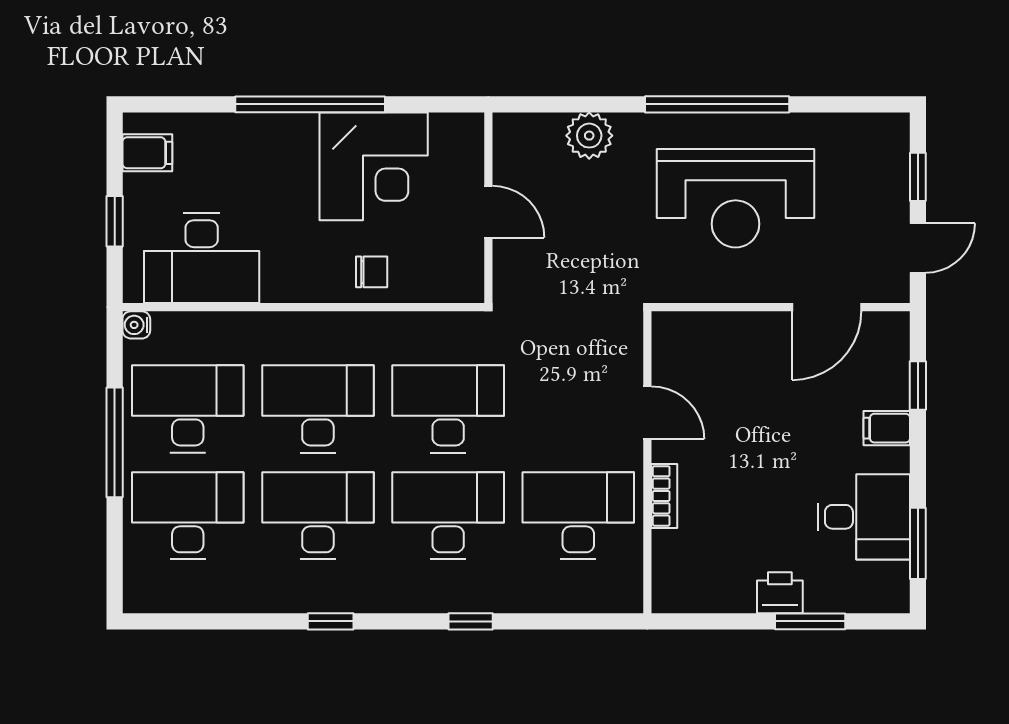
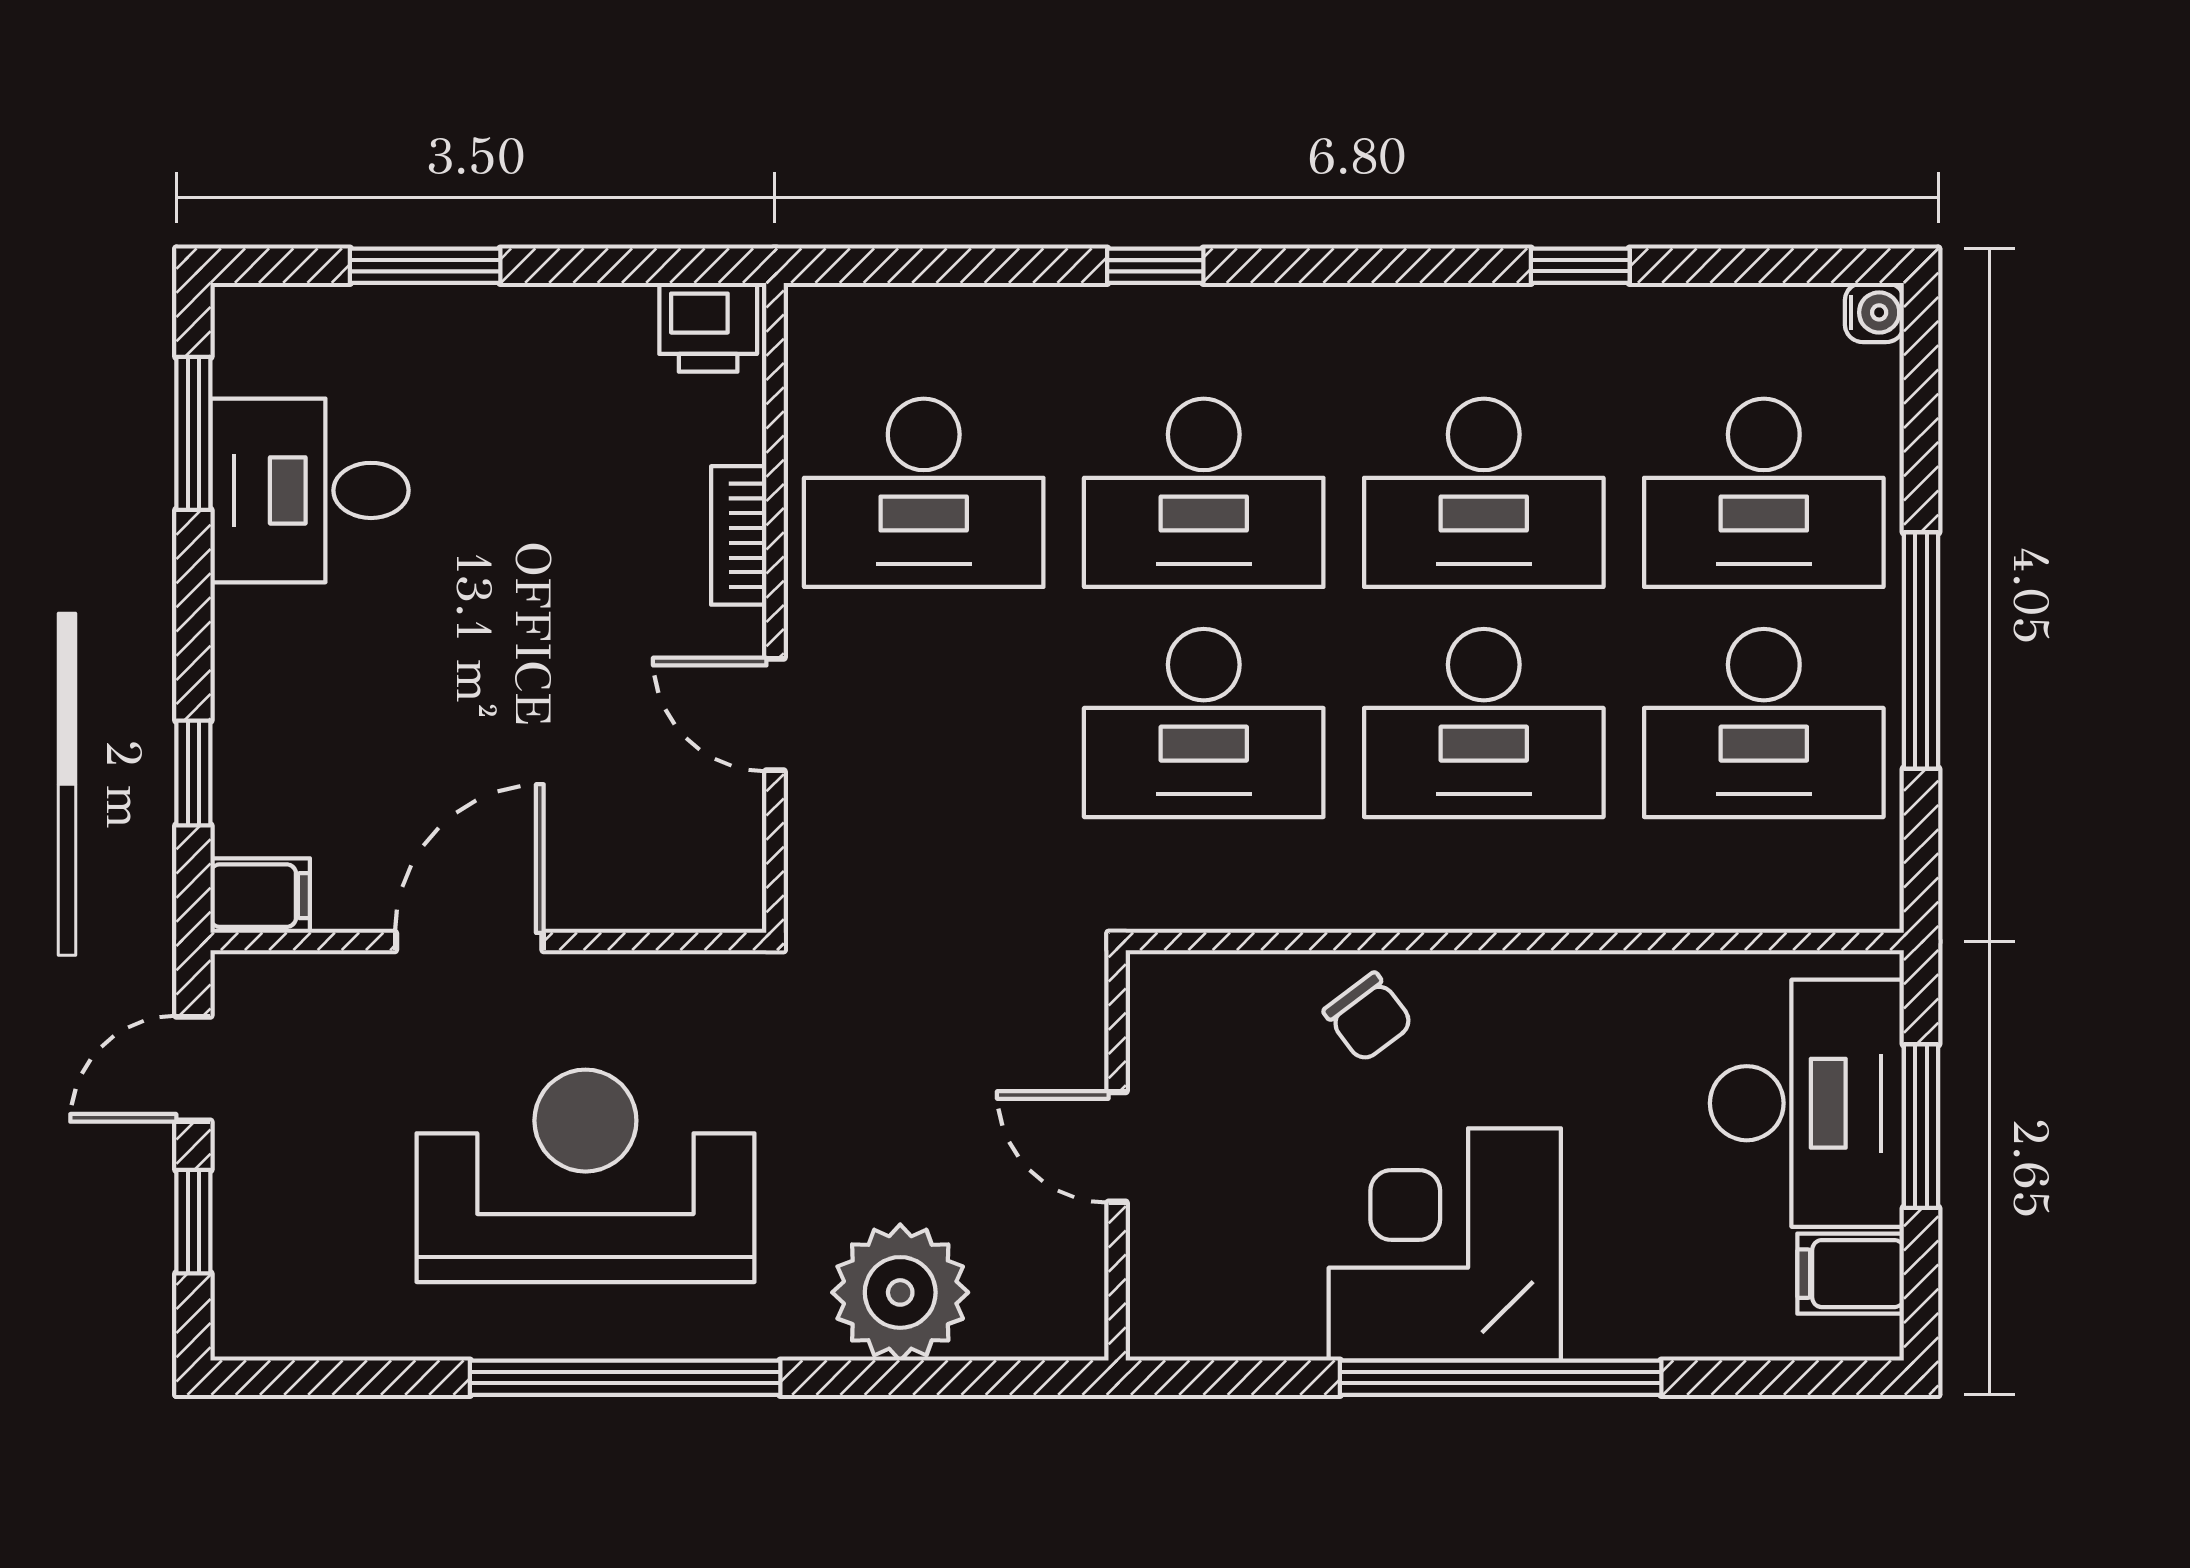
plant: (589, 136) -> (900, 1292), width x1.36, depth x1.36
corner desk: (374, 166) -> (1445, 1244), moved
window: (115, 221) -> (1921, 1126), width x1.50
desk: (202, 258) -> (1807, 1103), moved, turned 90
chair: (372, 272) -> (1368, 1017), turned -127
door: (827, 307) -> (469, 941), moved
water cooler: (136, 325) -> (1874, 312), moved
filing cabinet: (887, 428) -> (260, 896), moved
printer: (780, 593) -> (708, 327), moved
window: (331, 621) -> (1580, 266), moved

